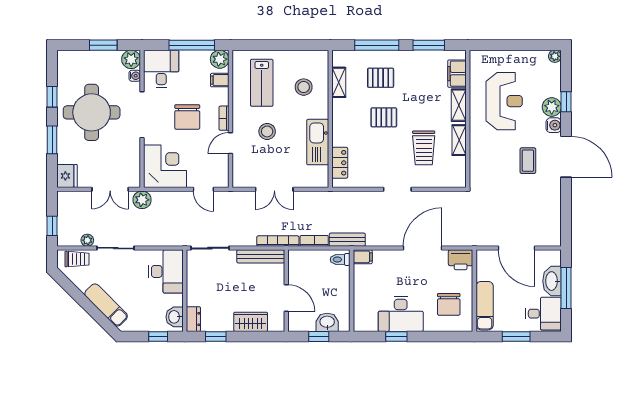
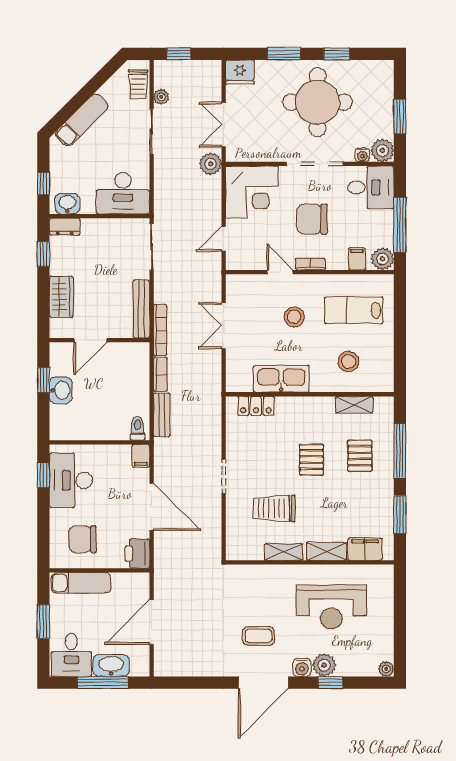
filing cabinet: (363, 257) -> (141, 456), moved
toilet: (340, 259) -> (138, 428), moved
wall: (352, 291) -> (99, 442), moved

